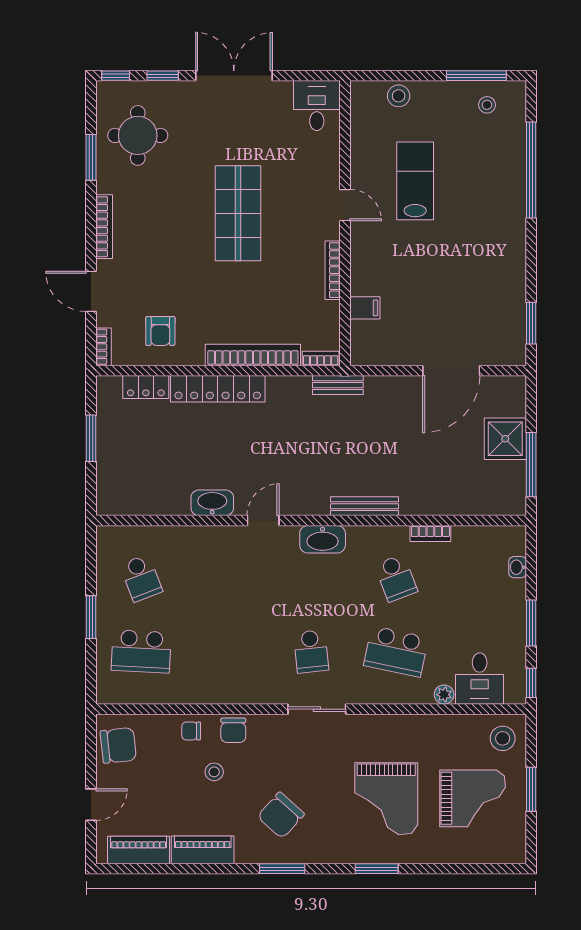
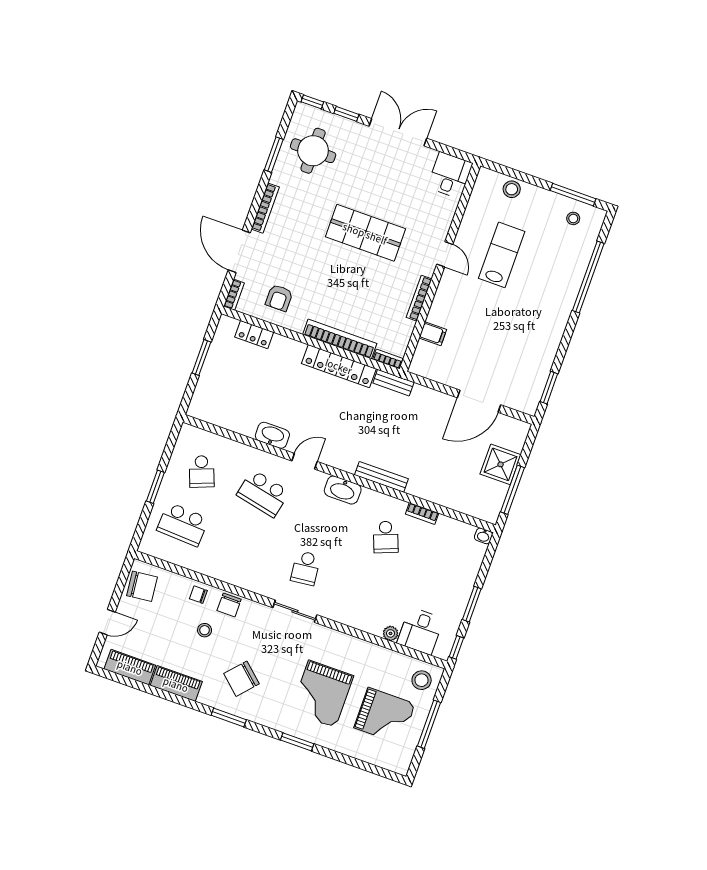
shop shelf: (238, 213) -> (365, 233), turned 90
door: (91, 291) -> (239, 251), width x1.36
locker: (218, 389) -> (339, 366), moved
washbasin: (518, 567) -> (483, 536), moved, turned -90
school desk: (396, 651) -> (263, 493), moved
window: (531, 789) -> (429, 724), width x1.44

